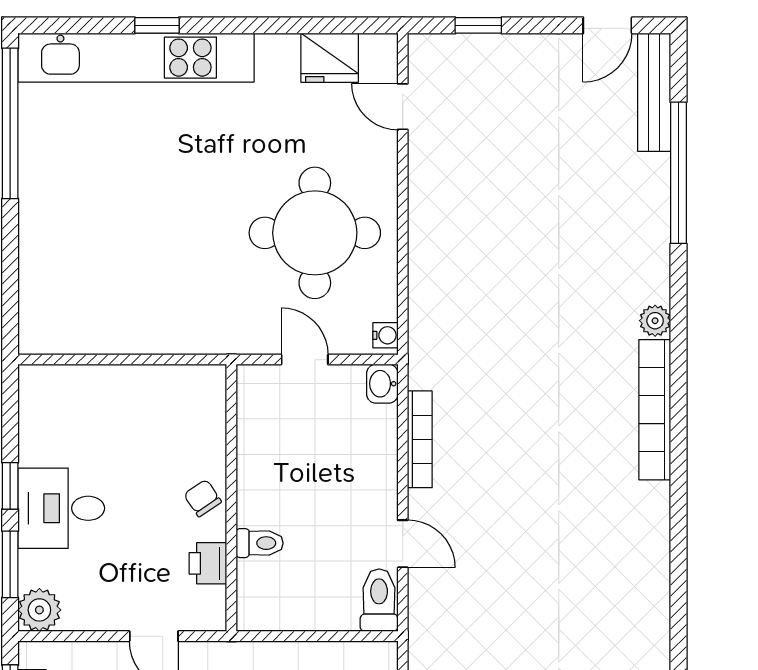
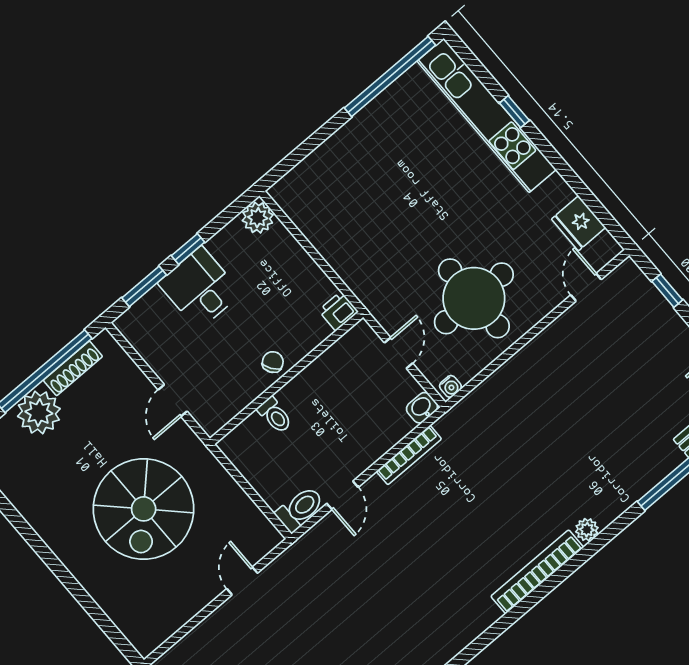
printer: (208, 563) -> (338, 311), moved
plant: (39, 610) -> (258, 218), moved

